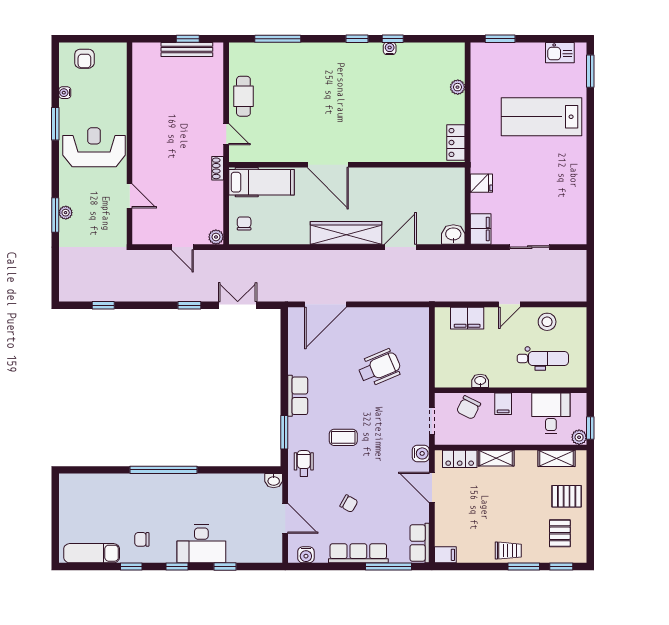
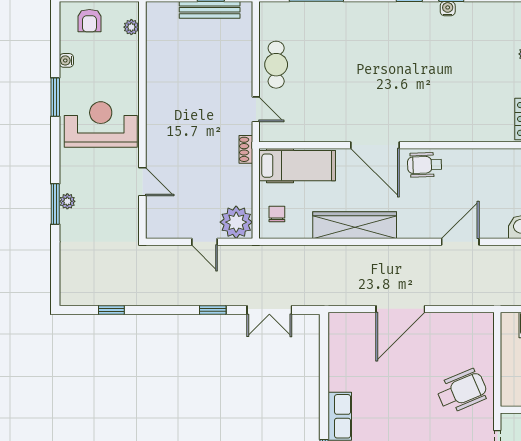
plant: (120, 64) -> (131, 27), added
wheelchair: (370, 182) -> (425, 165), added
wardrobe: (346, 233) -> (355, 225), moved
plant: (216, 237) -> (236, 222), width x1.88, depth x1.88
door: (326, 304) -> (400, 309), moved
double door: (238, 305) -> (269, 310), swing flipped
wheelchair: (379, 368) -> (462, 391), moved

